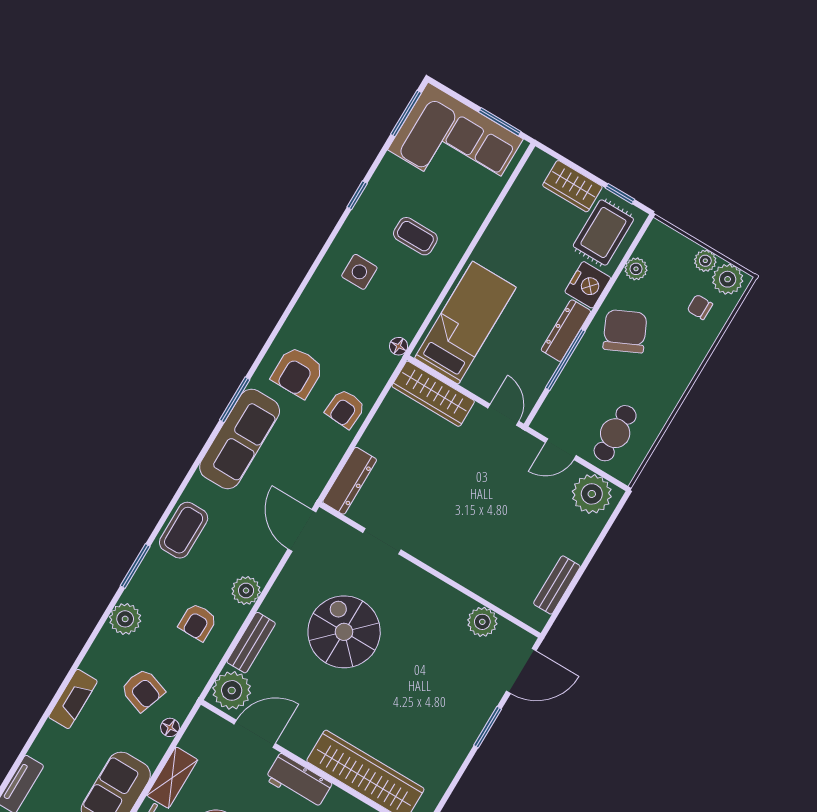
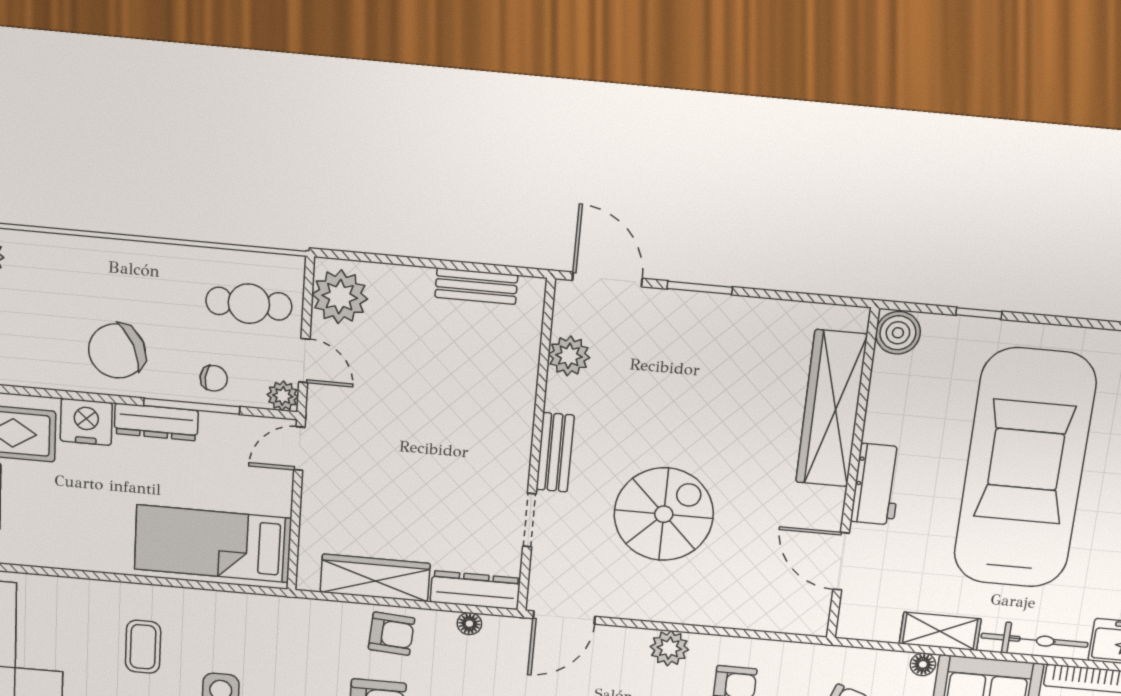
plant: (636, 269) -> (283, 396), moved
chair: (700, 307) -> (214, 378), moved, turned -85
floor lamp: (399, 346) -> (469, 624), moved
wardrobe: (433, 394) -> (375, 578), moved, turned -90
spiral stairs: (344, 632) -> (664, 514), turned 180
bench: (251, 643) -> (555, 452), moved, turned 90
plant: (232, 690) -> (800, 611), removed
floor lamp: (170, 727) -> (923, 664), moved

